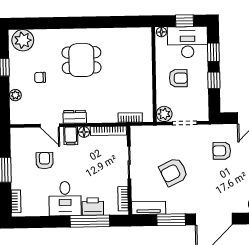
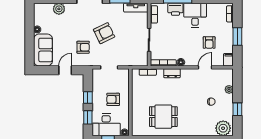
dining table: (81, 60) -> (163, 117), moved
plant: (164, 114) -> (124, 74), removed
dresser: (75, 117) -> (172, 73), moved
door: (50, 125) -> (205, 67), hinge flipped
filing cabinet: (71, 136) -> (228, 60), moved
armchair: (173, 172) -> (104, 33), moved

